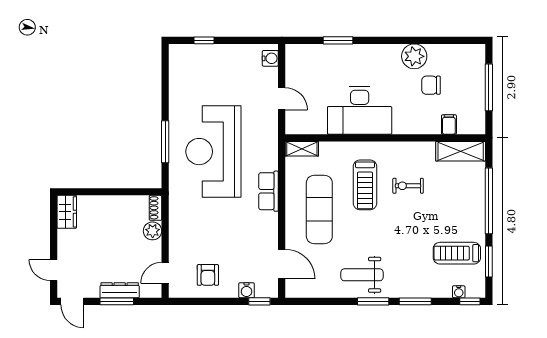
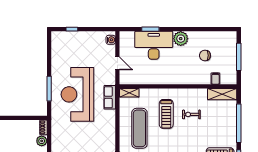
plant: (414, 56) -> (181, 39), moved
desk: (360, 110) -> (154, 45), moved, turned 180
row of seats: (269, 191) -> (110, 97), moved

